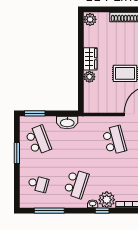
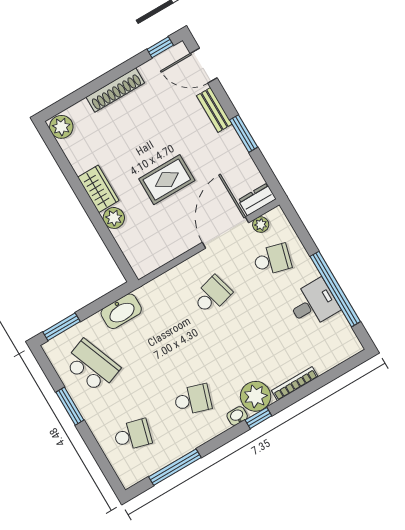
school desk: (114, 140) -> (212, 295), width x0.54
school desk: (76, 184) -> (193, 400), width x0.54

